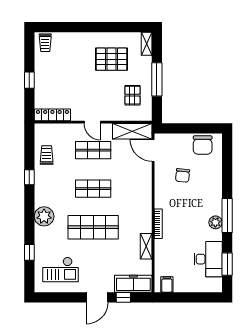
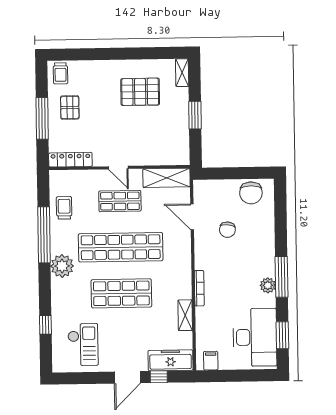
window: (157, 79) -> (195, 115), width x0.69
window: (29, 80) -> (42, 118), width x2.17
pallet: (132, 95) -> (70, 107), moved
door: (153, 150) -> (192, 217), moved
window: (29, 177) -> (44, 235), width x3.17
shop shelf: (93, 189) -> (121, 247), width x2.00, depth x1.36
plant: (44, 216) -> (62, 266), moved
desk: (208, 259) -> (255, 337), width x1.36, depth x1.30
checkout: (60, 269) -> (83, 345), turned -90

